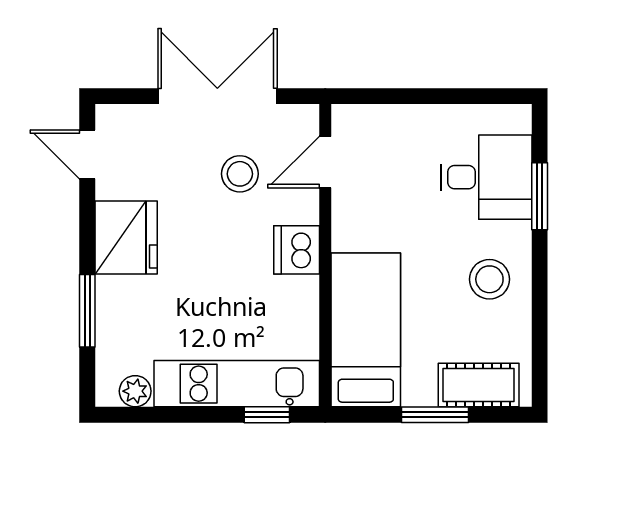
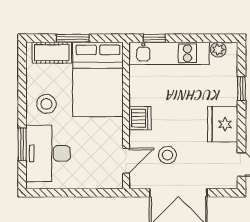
desk: (486, 177) -> (48, 153), width x1.37
window: (87, 311) -> (241, 89), width x0.67
bed: (366, 330) -> (98, 79), width x1.50

